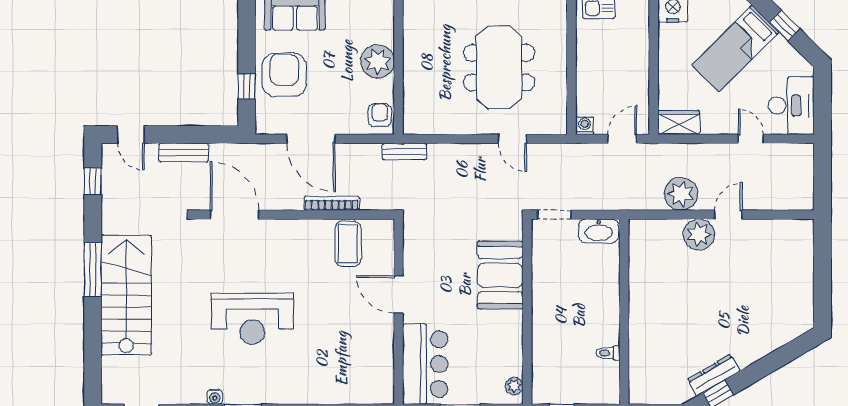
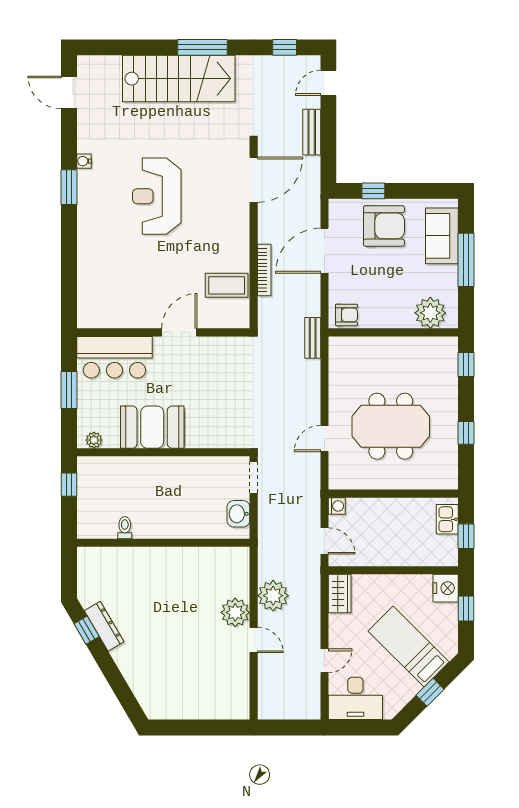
plant: (378, 61) -> (430, 313), moved
washbasin: (599, 231) -> (238, 514), width x0.72
booth: (500, 275) -> (152, 427), moved

